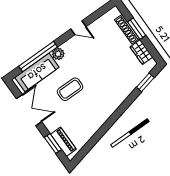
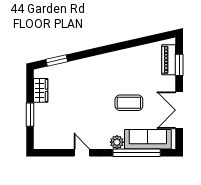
shoe rack: (127, 29) -> (39, 120), removed

